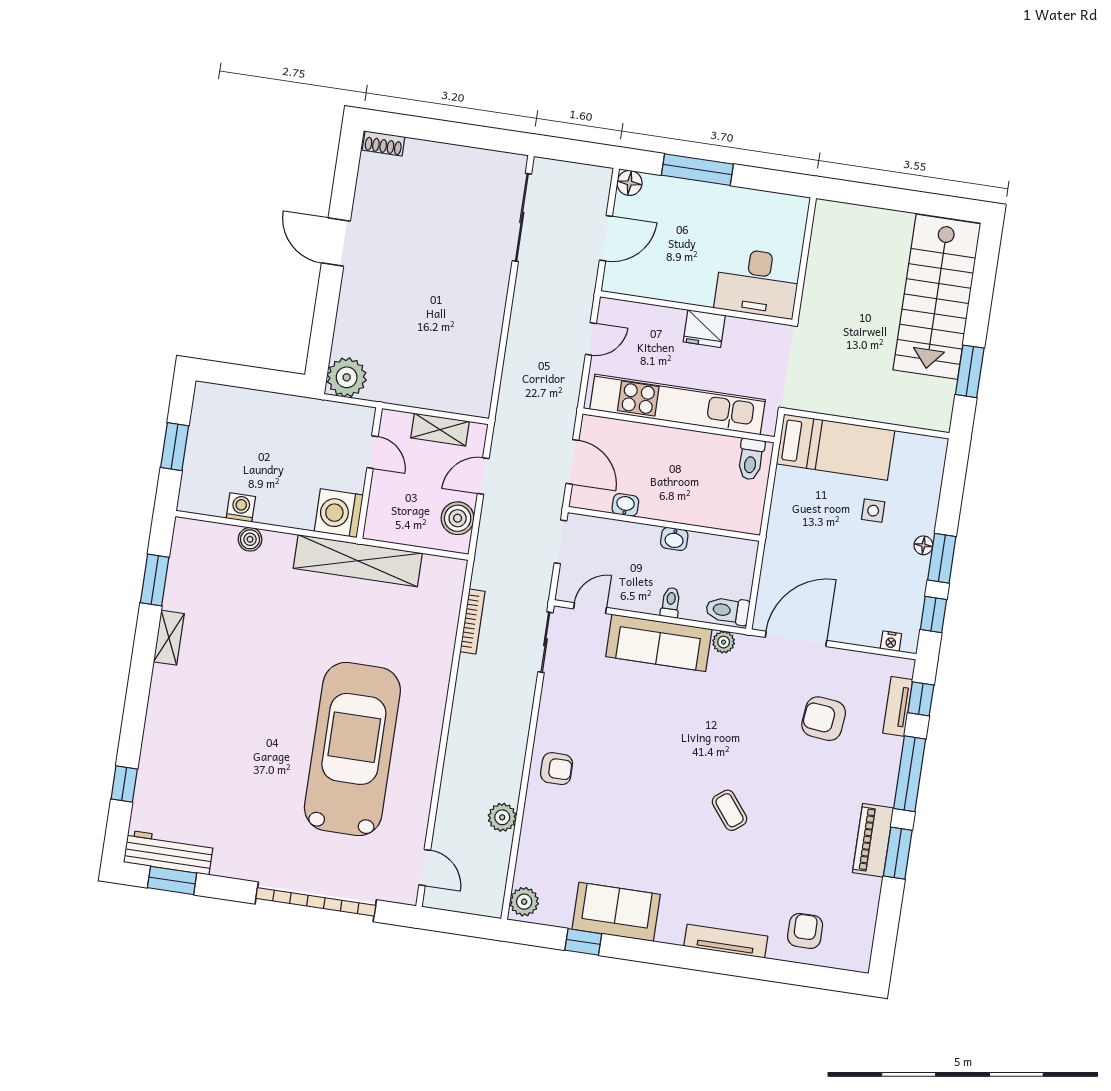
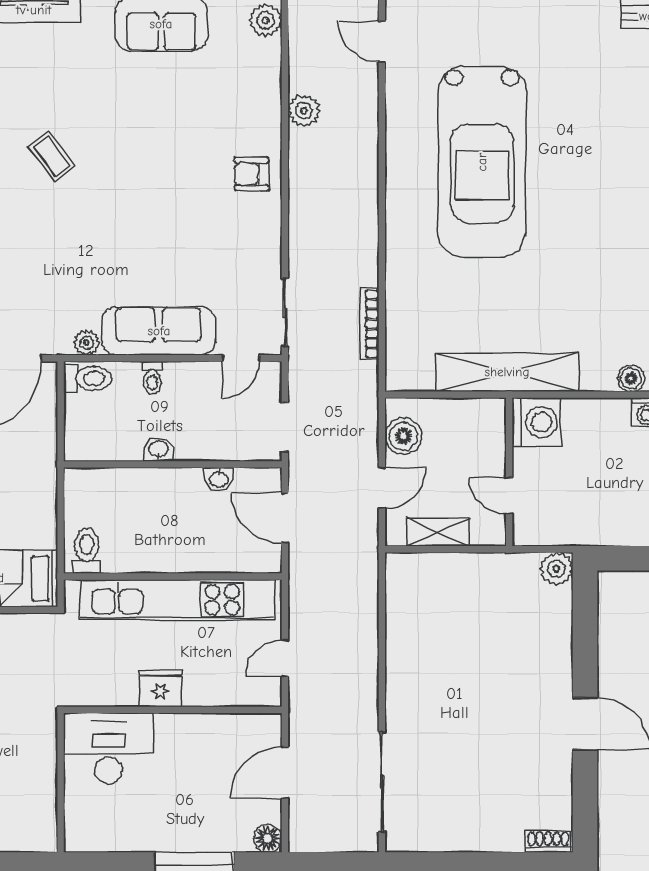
plant: (347, 377) -> (556, 569), width x0.73, depth x0.73

